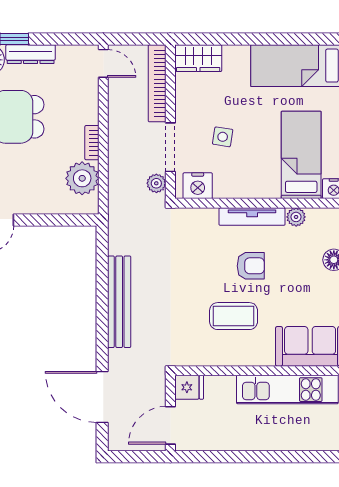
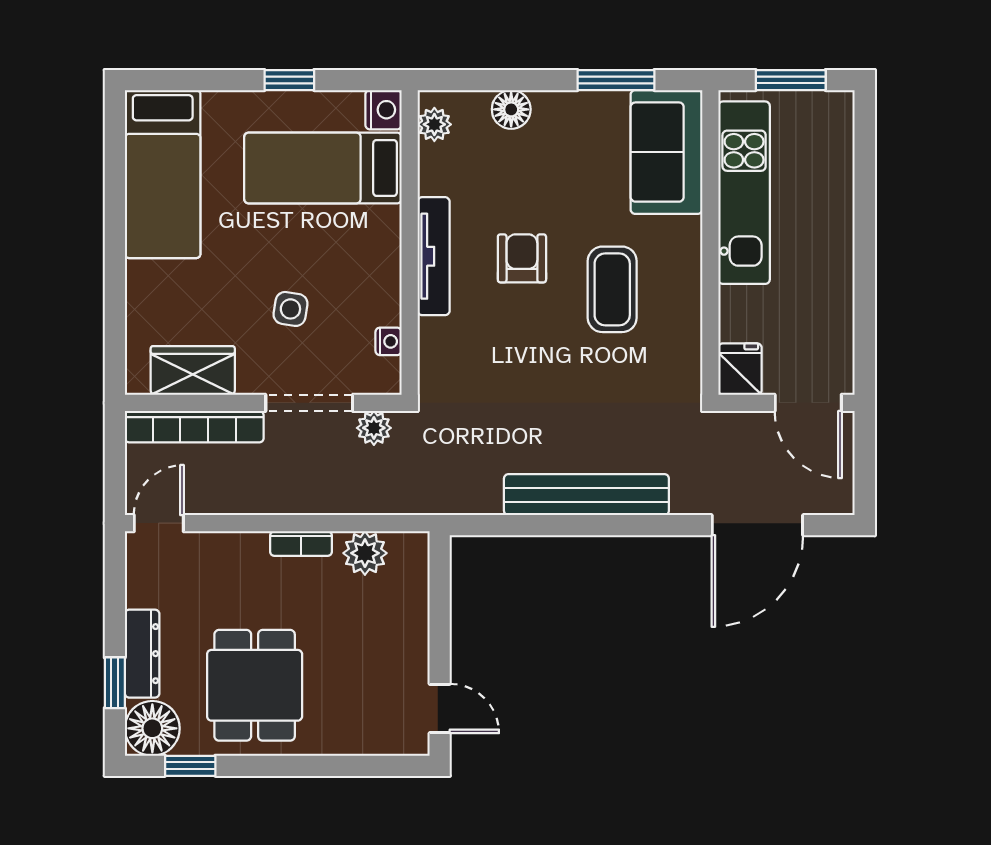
wardrobe: (198, 58) -> (193, 370), moved, turned -90
plant: (82, 178) -> (365, 553), width x0.73, depth x0.73
nightstand: (198, 186) -> (389, 341), width x0.53, depth x0.56
plant: (296, 217) -> (434, 124), moved

